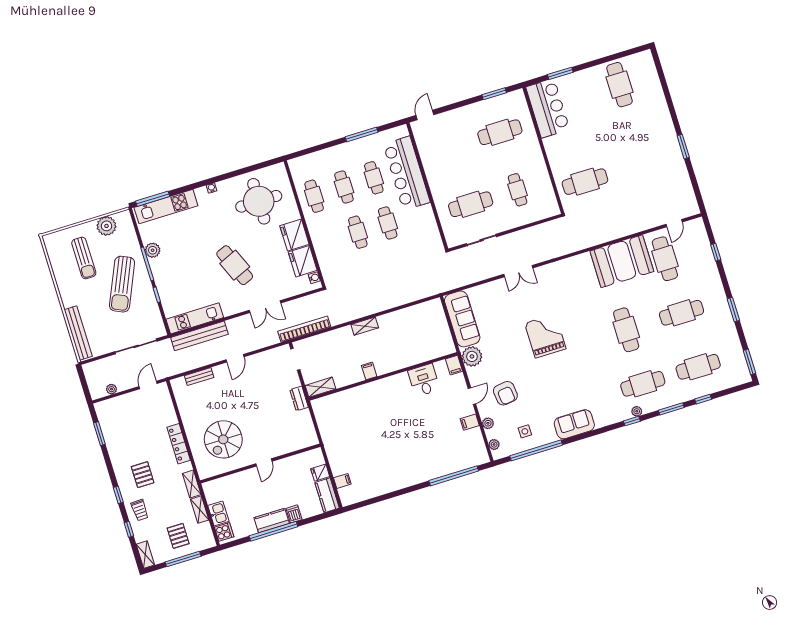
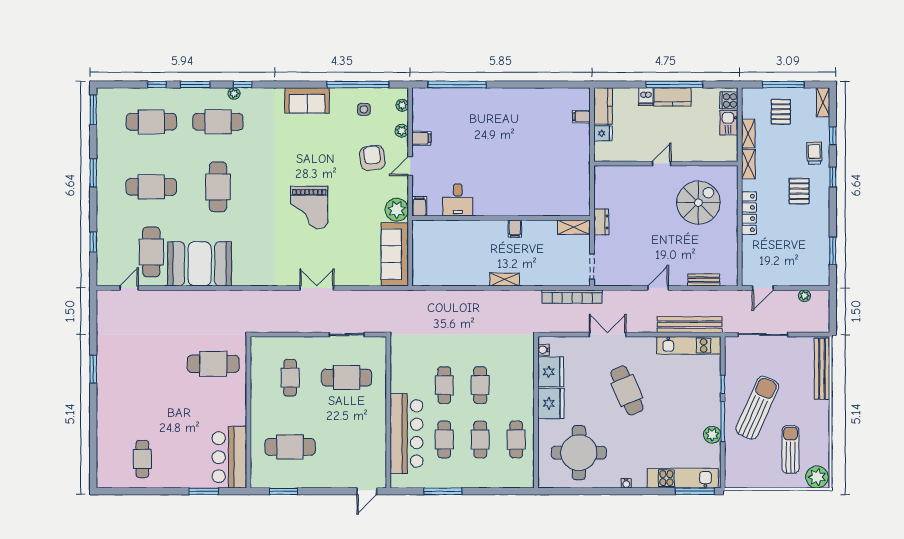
cafe table: (619, 85) -> (142, 459), width x0.73, depth x0.74
plant: (106, 226) -> (817, 477), moved

